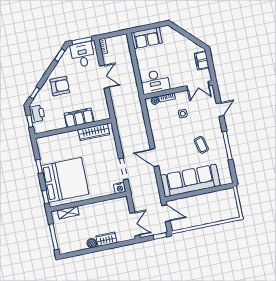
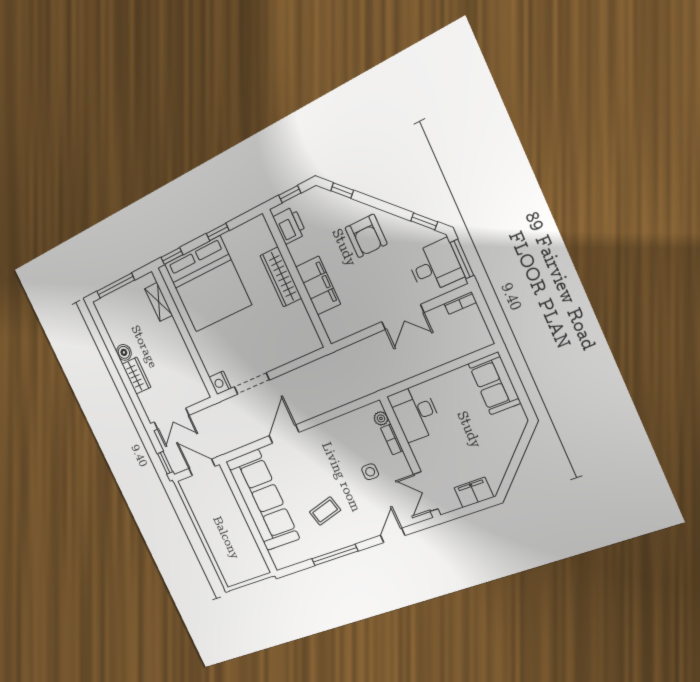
door: (220, 110) -> (393, 535), swing flipped
printer: (37, 114) -> (290, 225), moved, turned -90
wardrobe: (94, 132) -> (281, 277), moved
door: (166, 213) -> (202, 467), swing flipped

